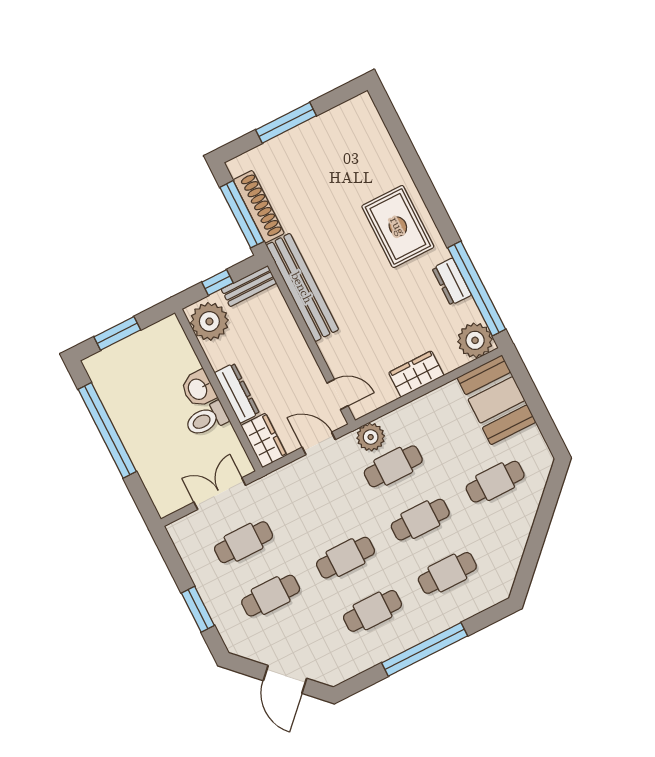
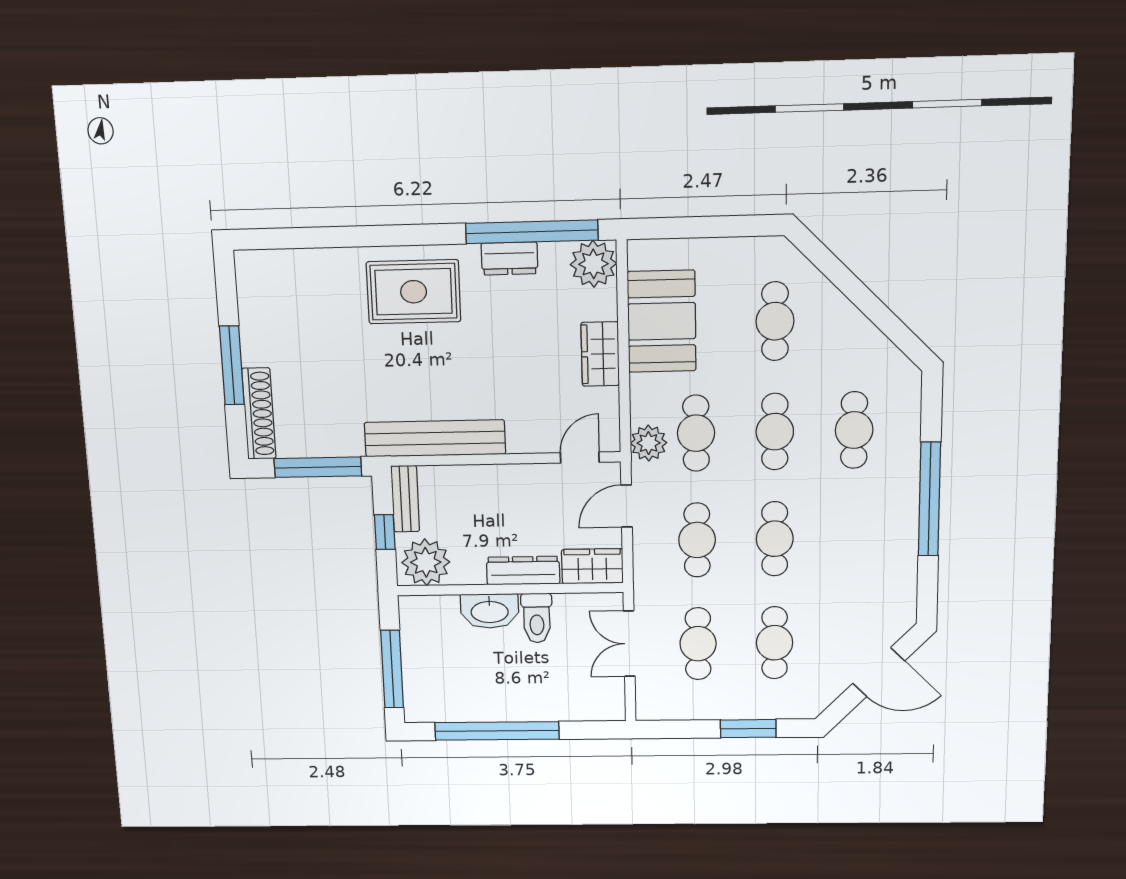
shoe rack: (259, 207) -> (259, 414), moved, turned 90
window: (117, 333) -> (392, 669), width x1.44
washbasin: (198, 389) -> (490, 611), width x1.38
booth: (496, 400) -> (662, 321), moved, turned 90
cafe table: (373, 611) -> (697, 540), moved

